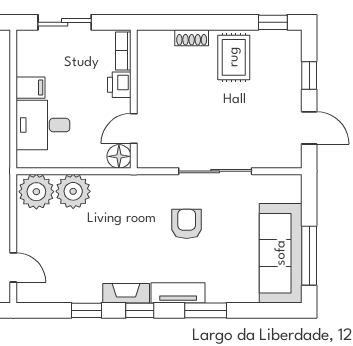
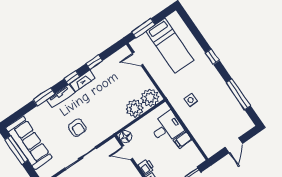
door: (134, 128) -> (127, 153), swing flipped

